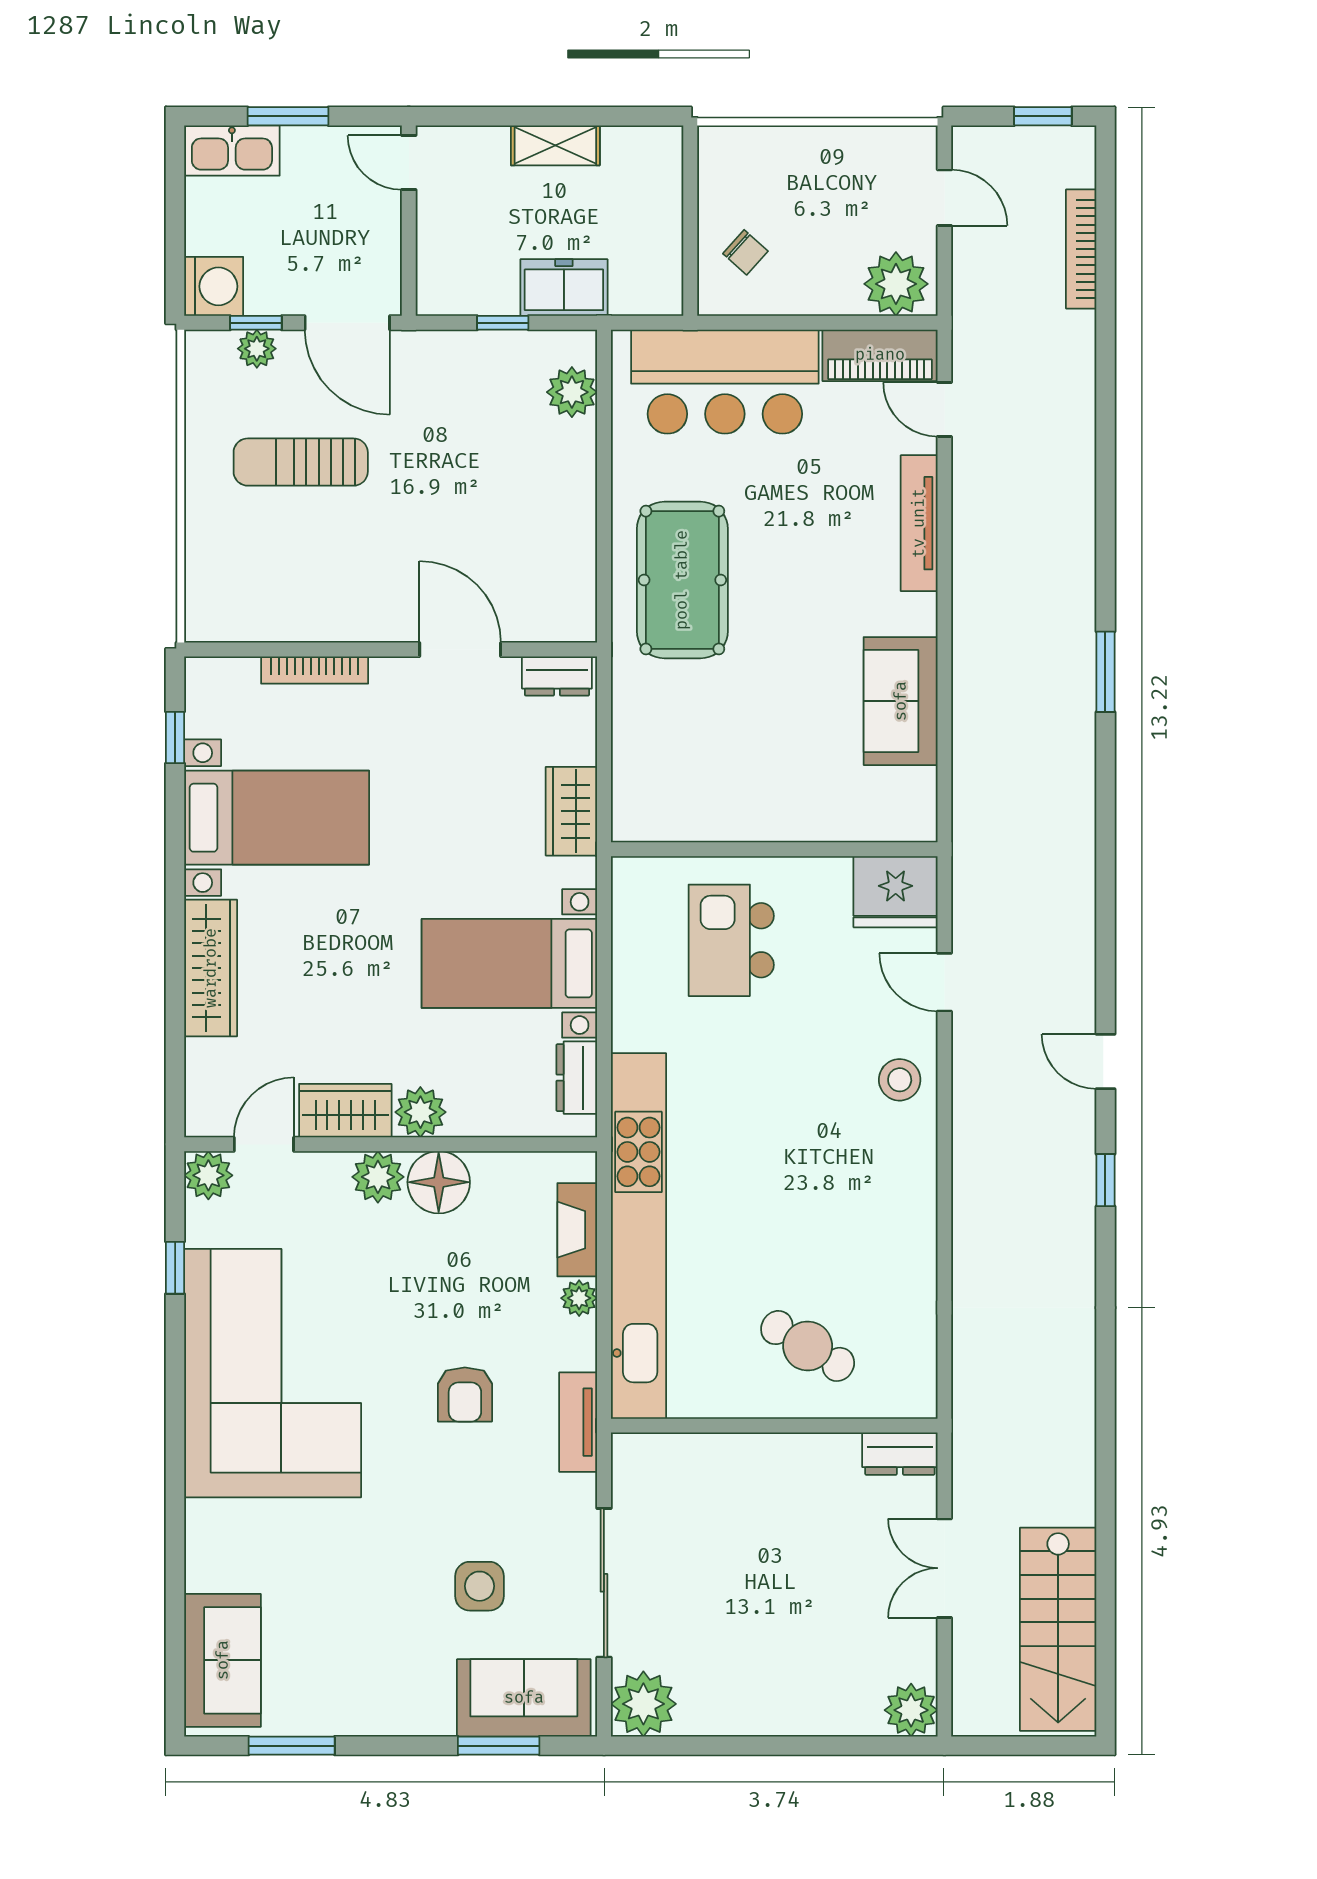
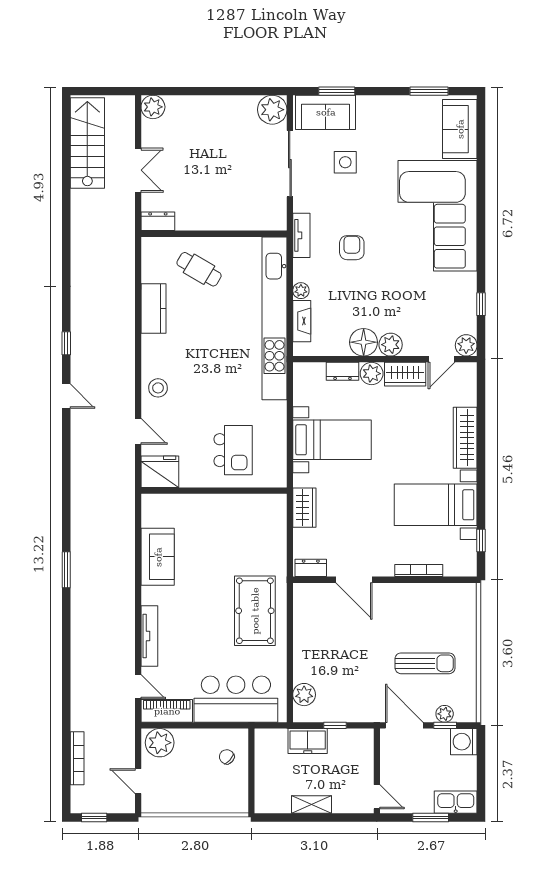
dresser: (577, 1078) -> (343, 371), moved, turned 90
kitchen counter: (910, 1258) -> (154, 308), added
corner sofa: (273, 1373) -> (438, 216), moved

